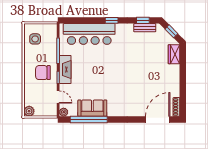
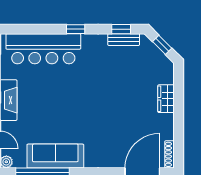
wardrobe: (174, 54) -> (166, 99), moved
sofa: (92, 108) -> (55, 156), width x1.36

